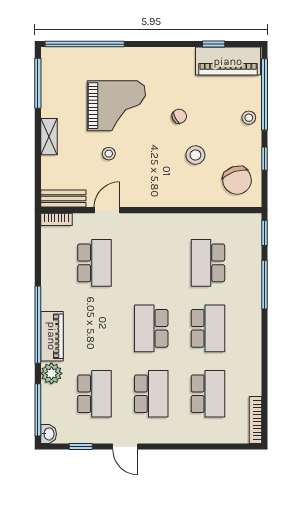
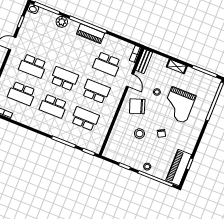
chair: (237, 180) -> (137, 106), moved
piano: (52, 336) -> (91, 34), moved
school desk: (94, 394) -> (96, 91), moved, turned 180

